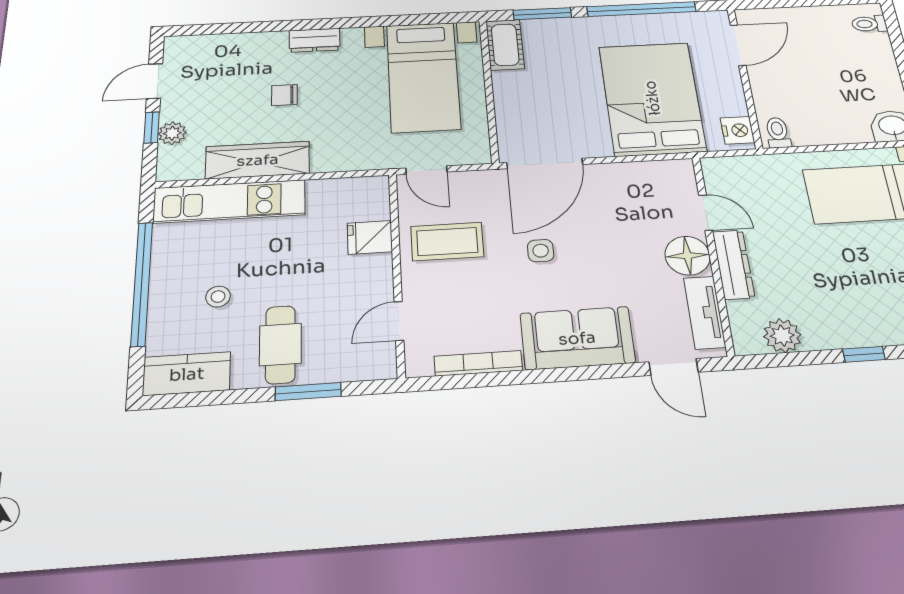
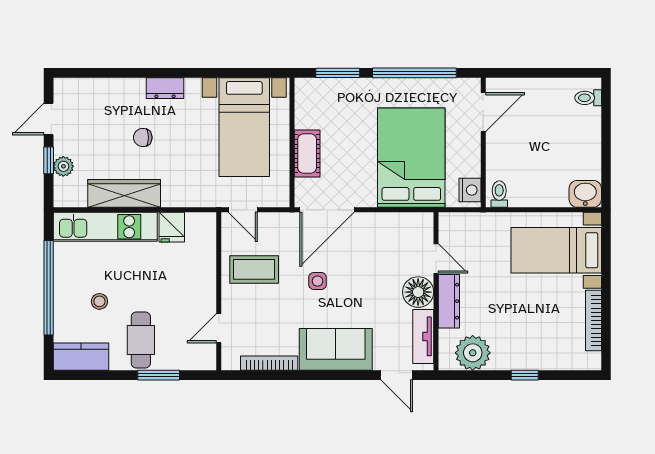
cot: (505, 45) -> (307, 153), moved
fridge: (370, 237) -> (172, 227), moved, turned -90
plant: (782, 336) -> (473, 353), width x1.36, depth x1.36

